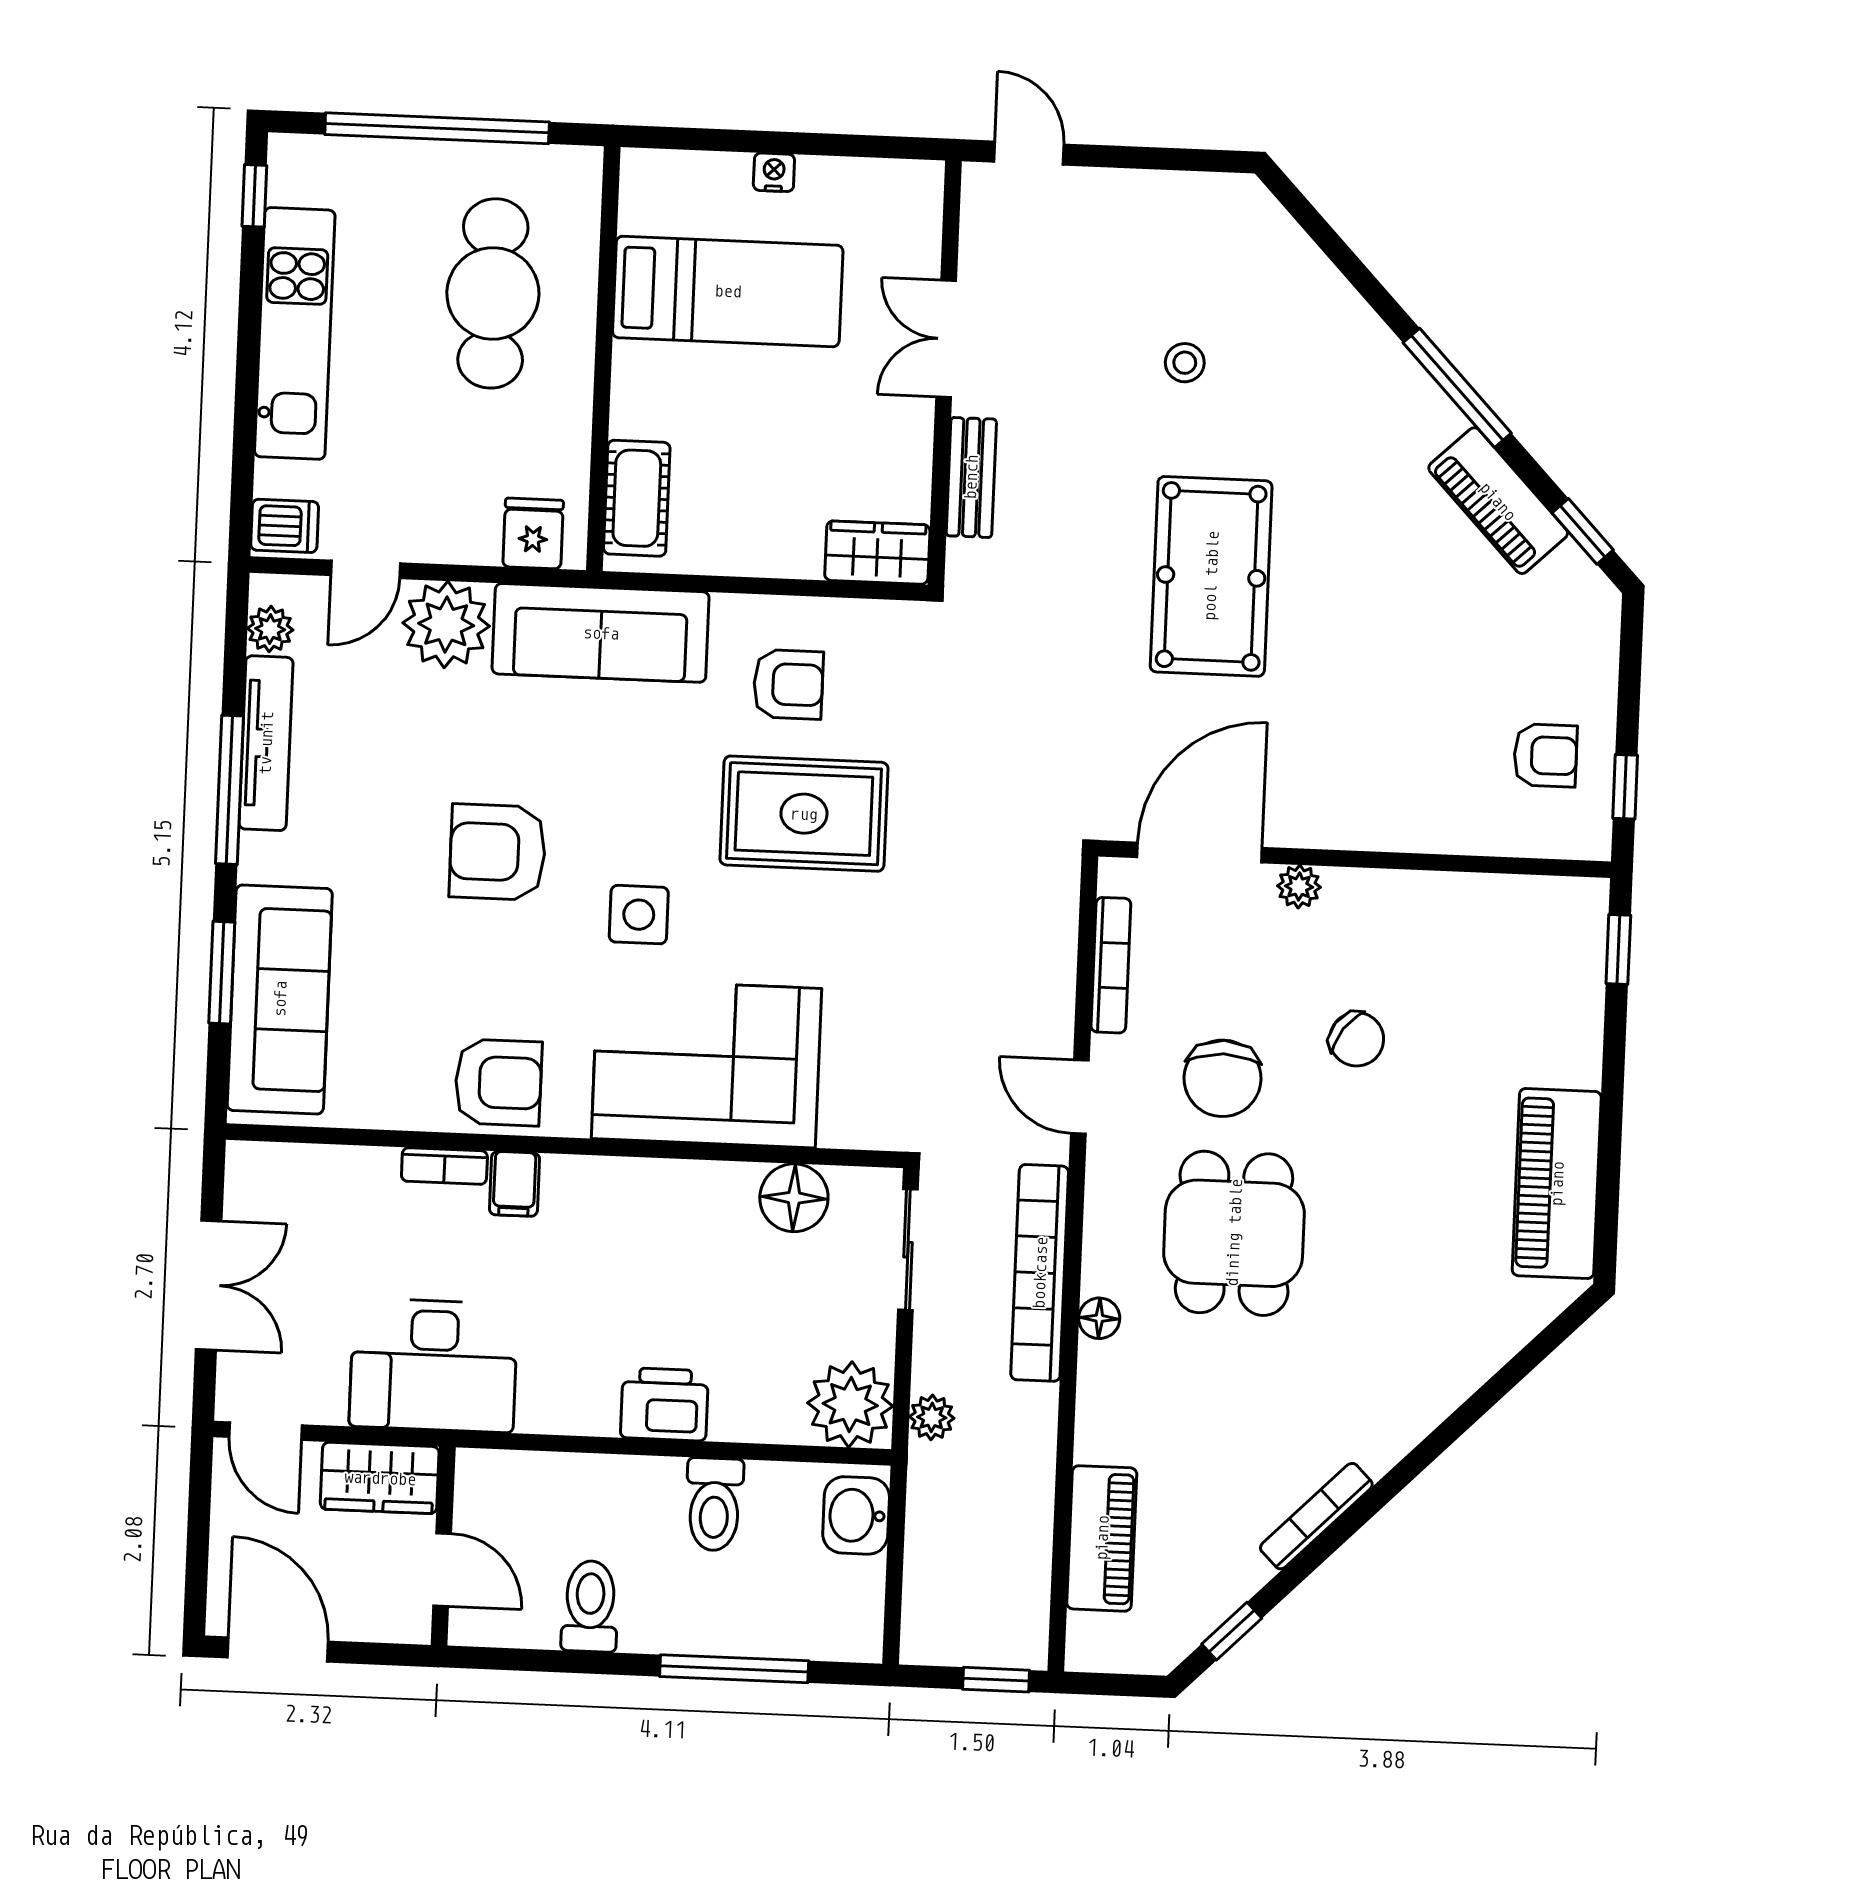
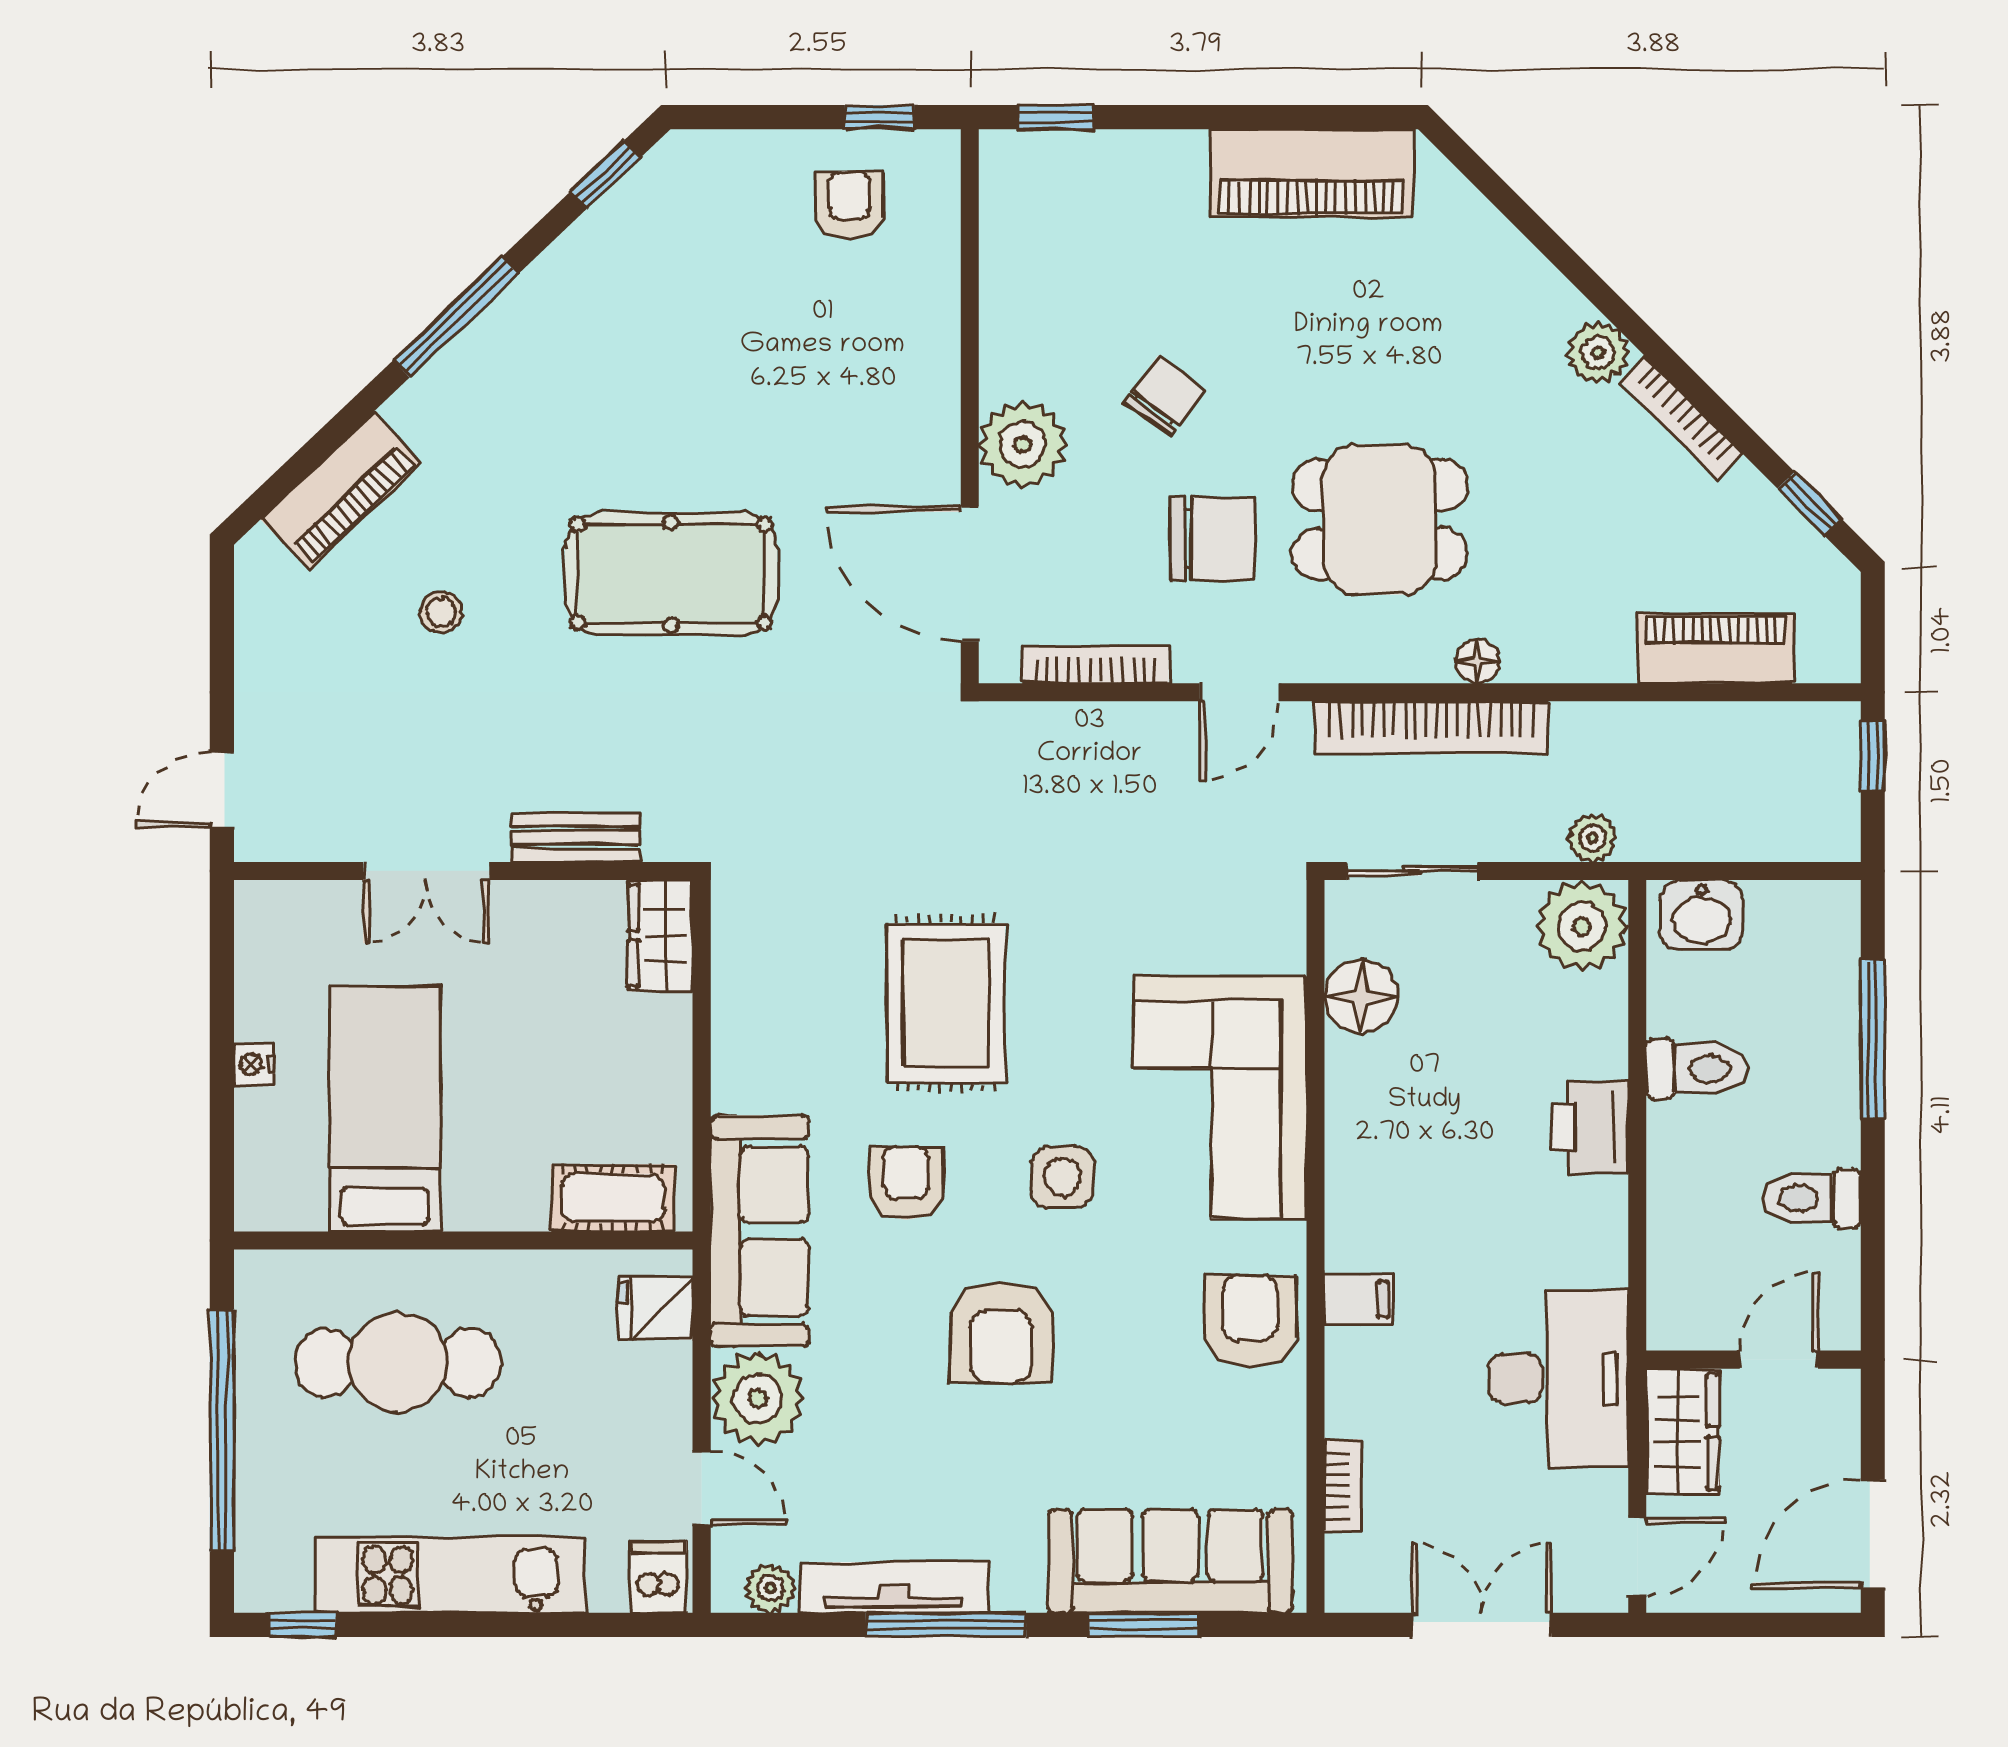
piano: (1498, 501) -> (341, 491), moved
armchair: (788, 684) -> (906, 1183), moved
plant: (1299, 887) -> (1023, 445), width x1.88, depth x1.88
bookcase: (444, 1166) -> (1343, 1485), moved
plant: (1380, 1441) -> (1598, 353), added

